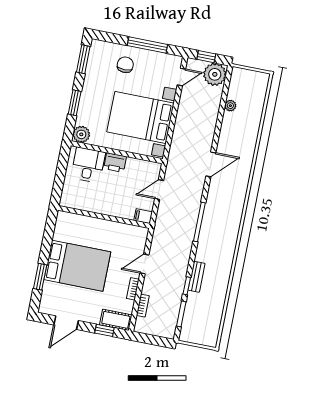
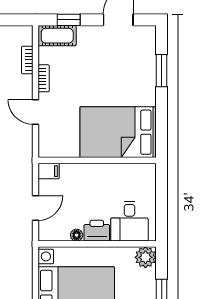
floor lamp: (131, 162) -> (77, 235), added
door: (144, 264) -> (36, 112), swing flipped
bed: (77, 266) -> (118, 132), moved

